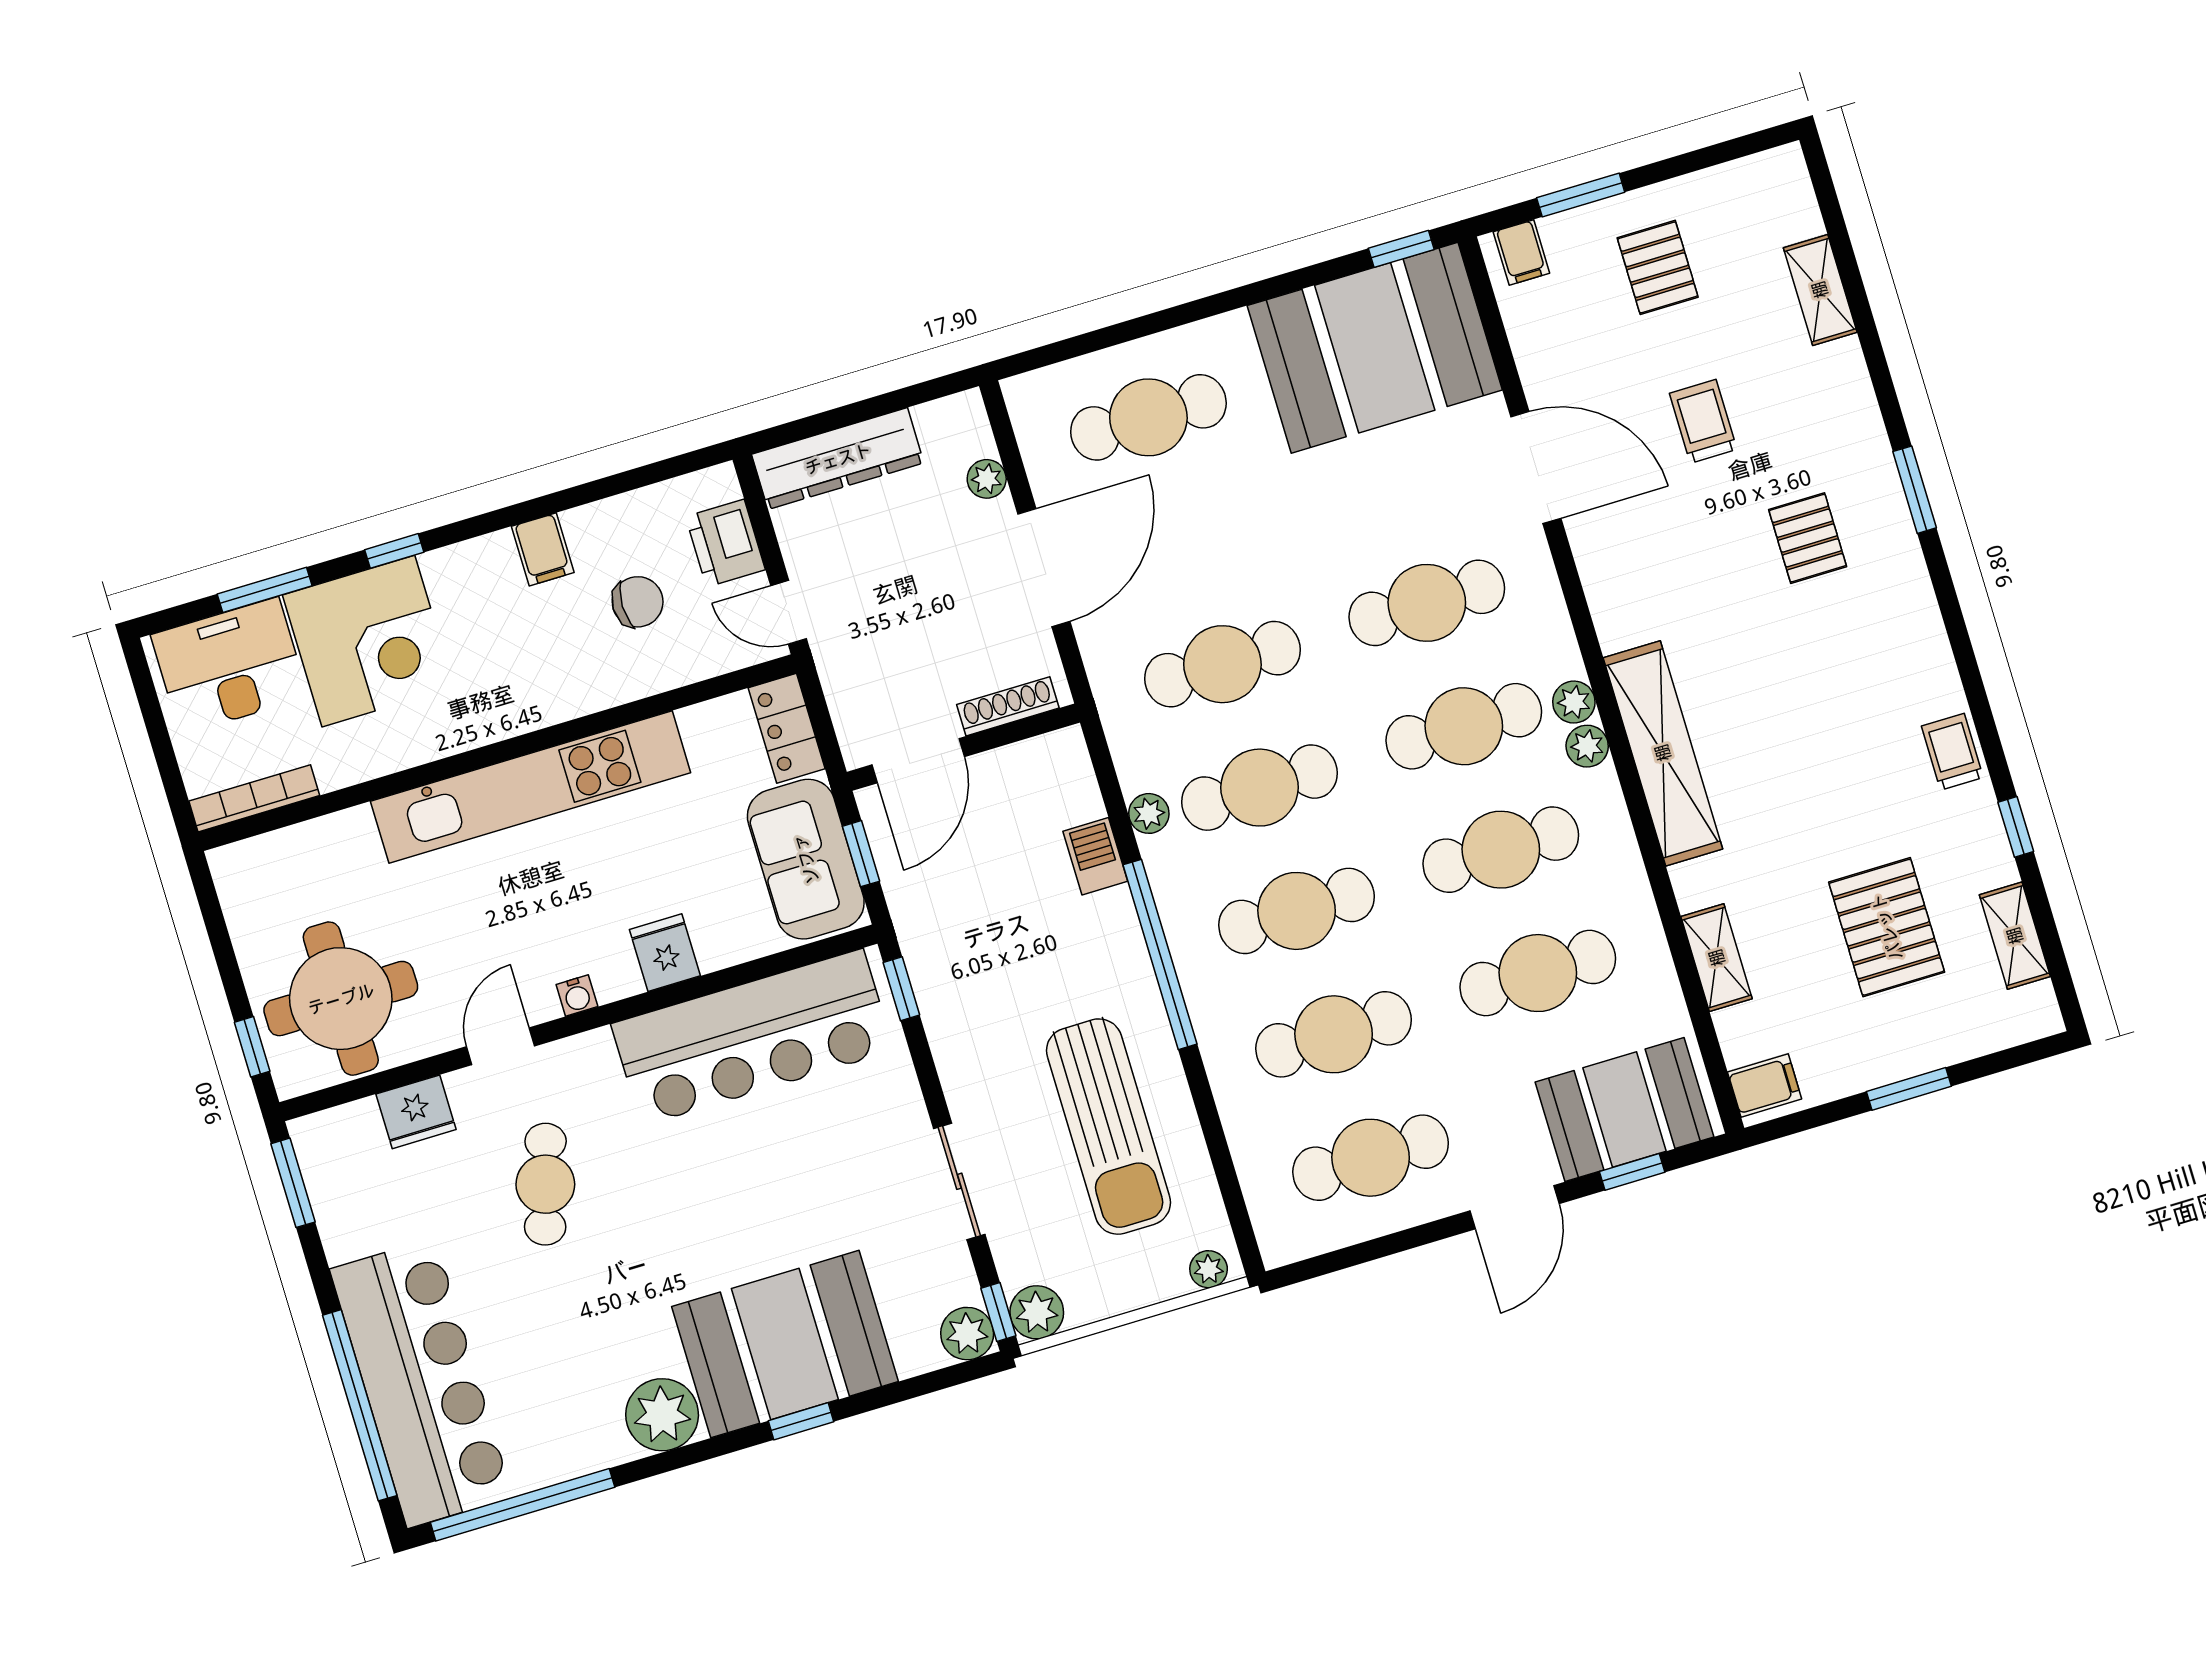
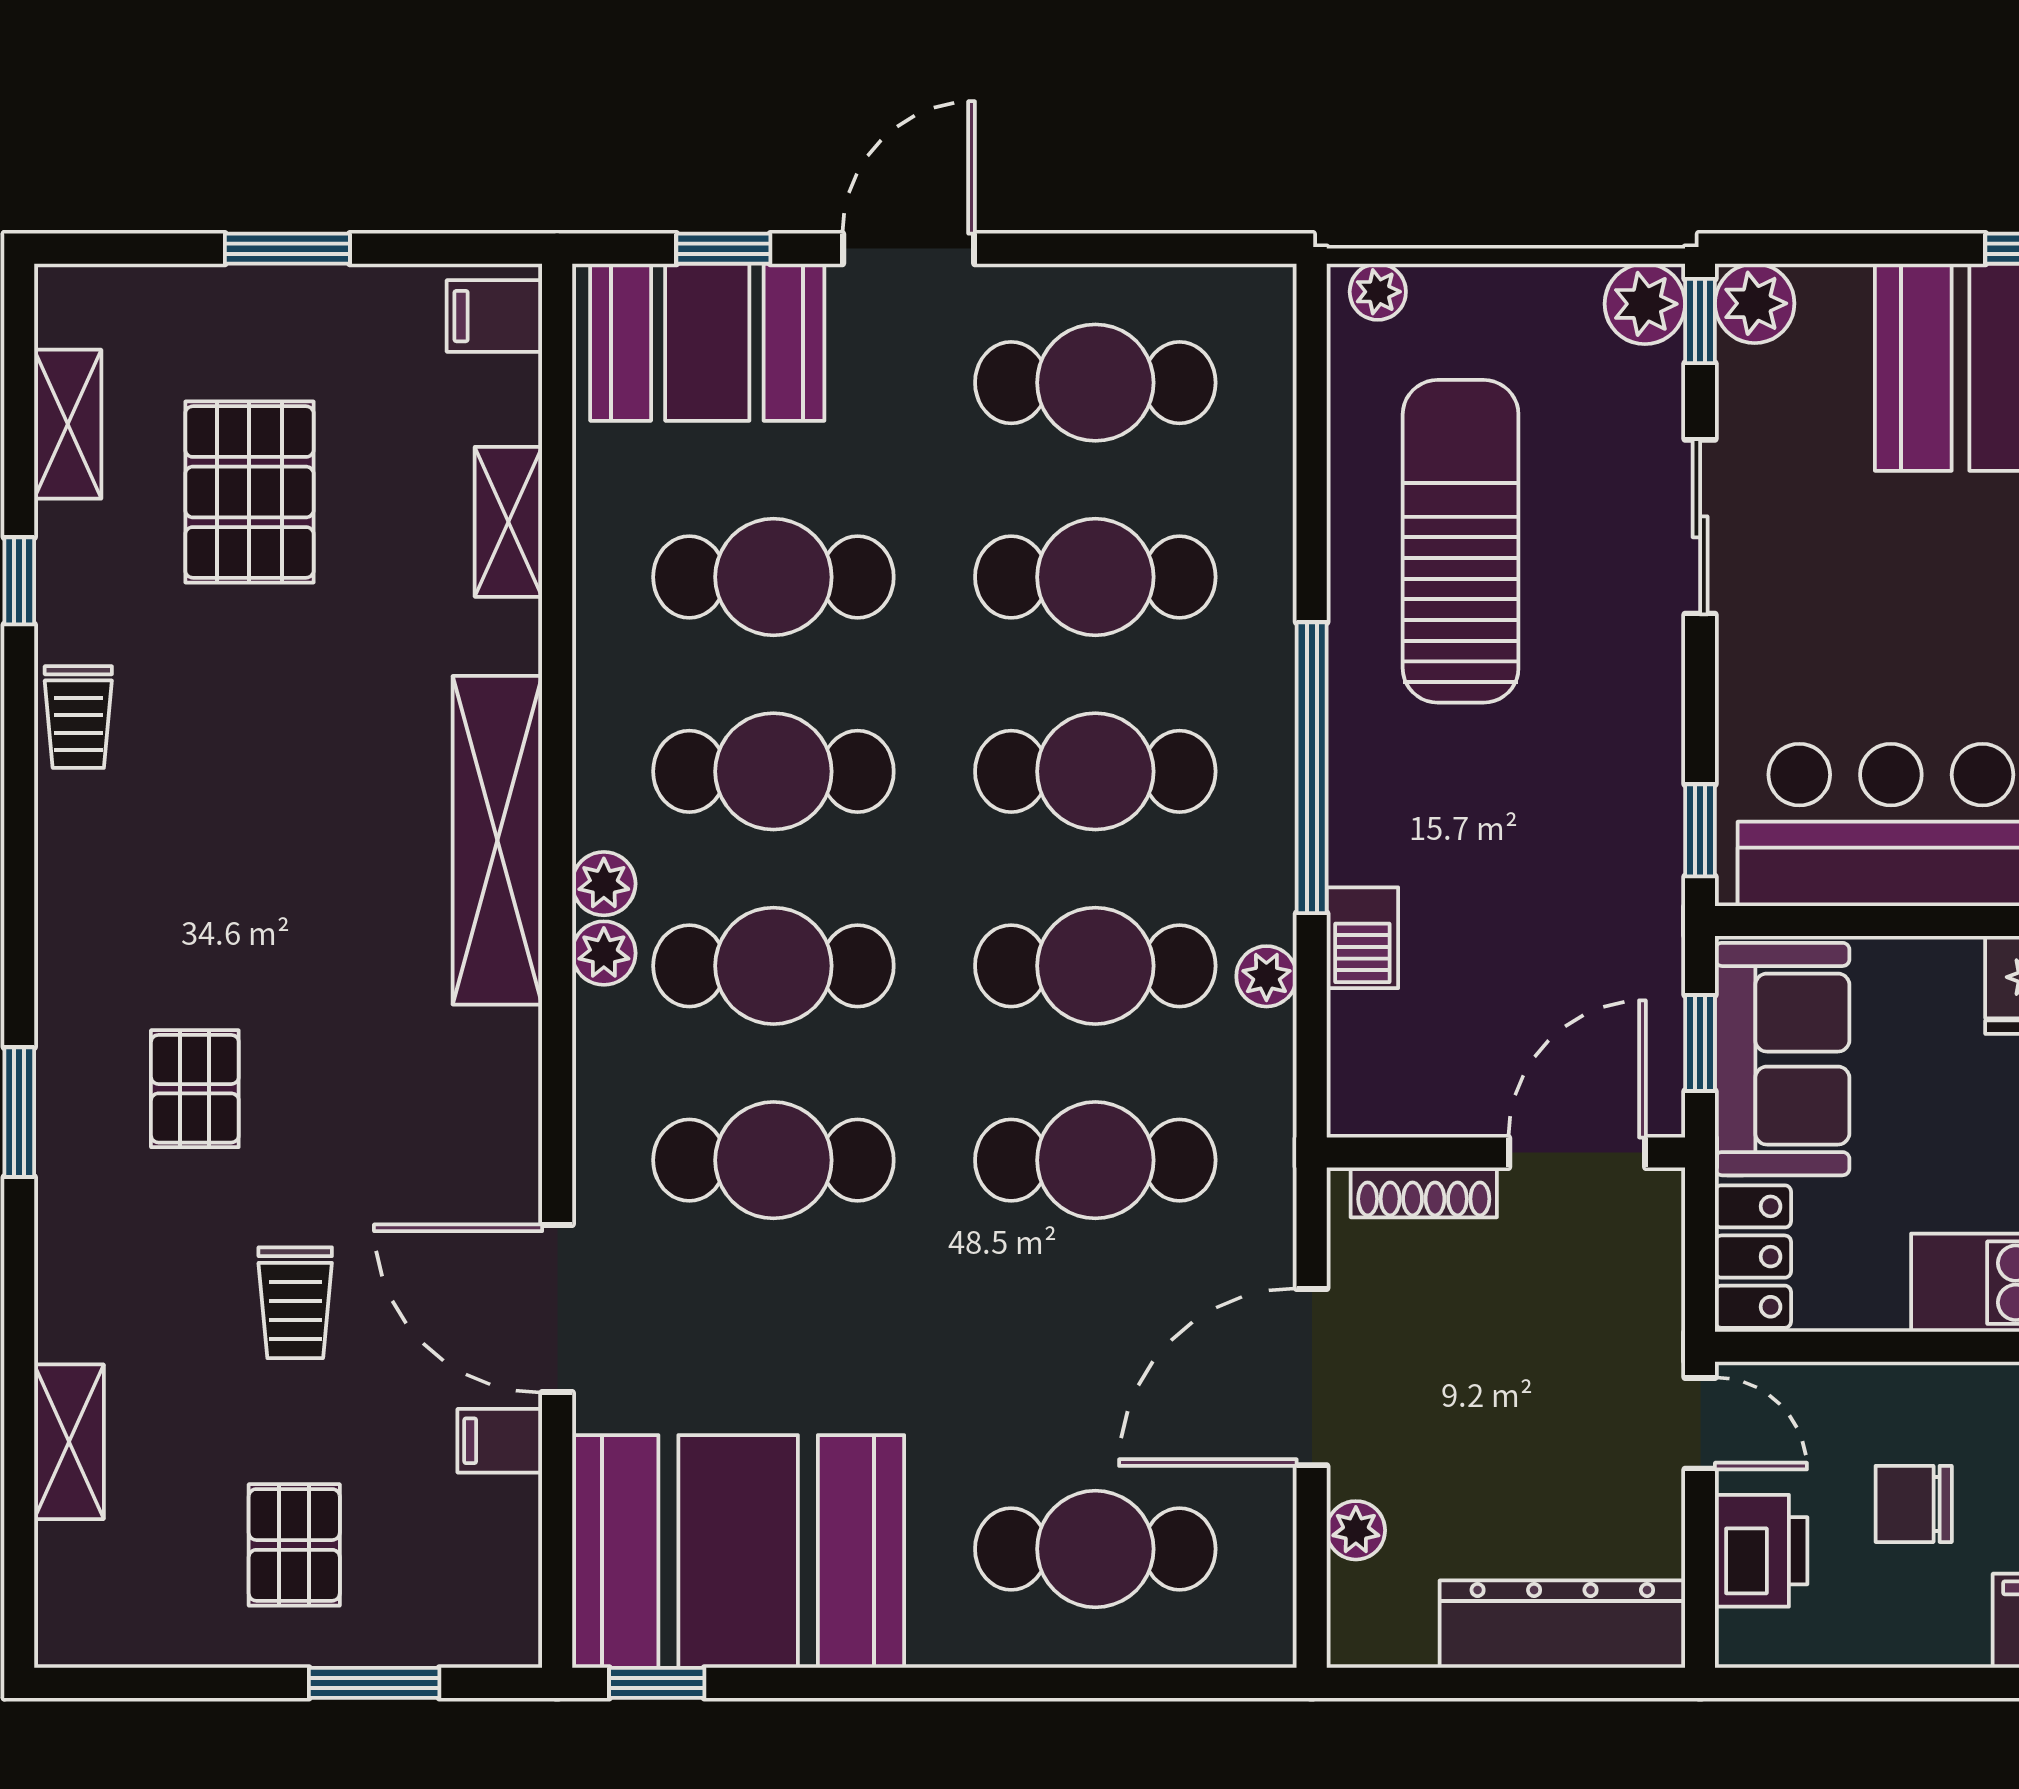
filing cabinet: (1521, 252) -> (500, 1441), moved, turned -90

